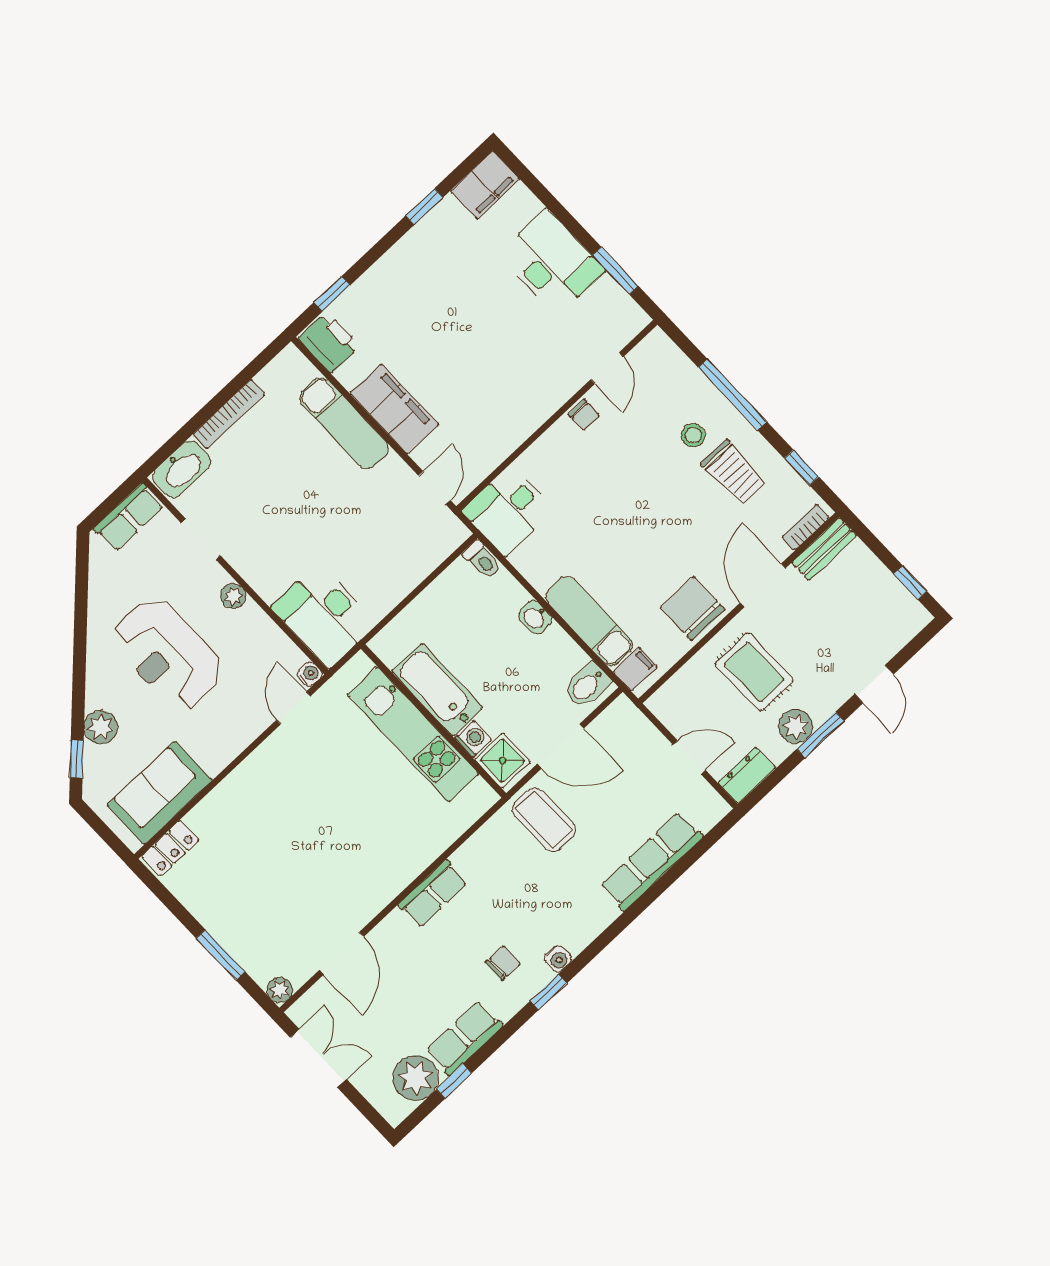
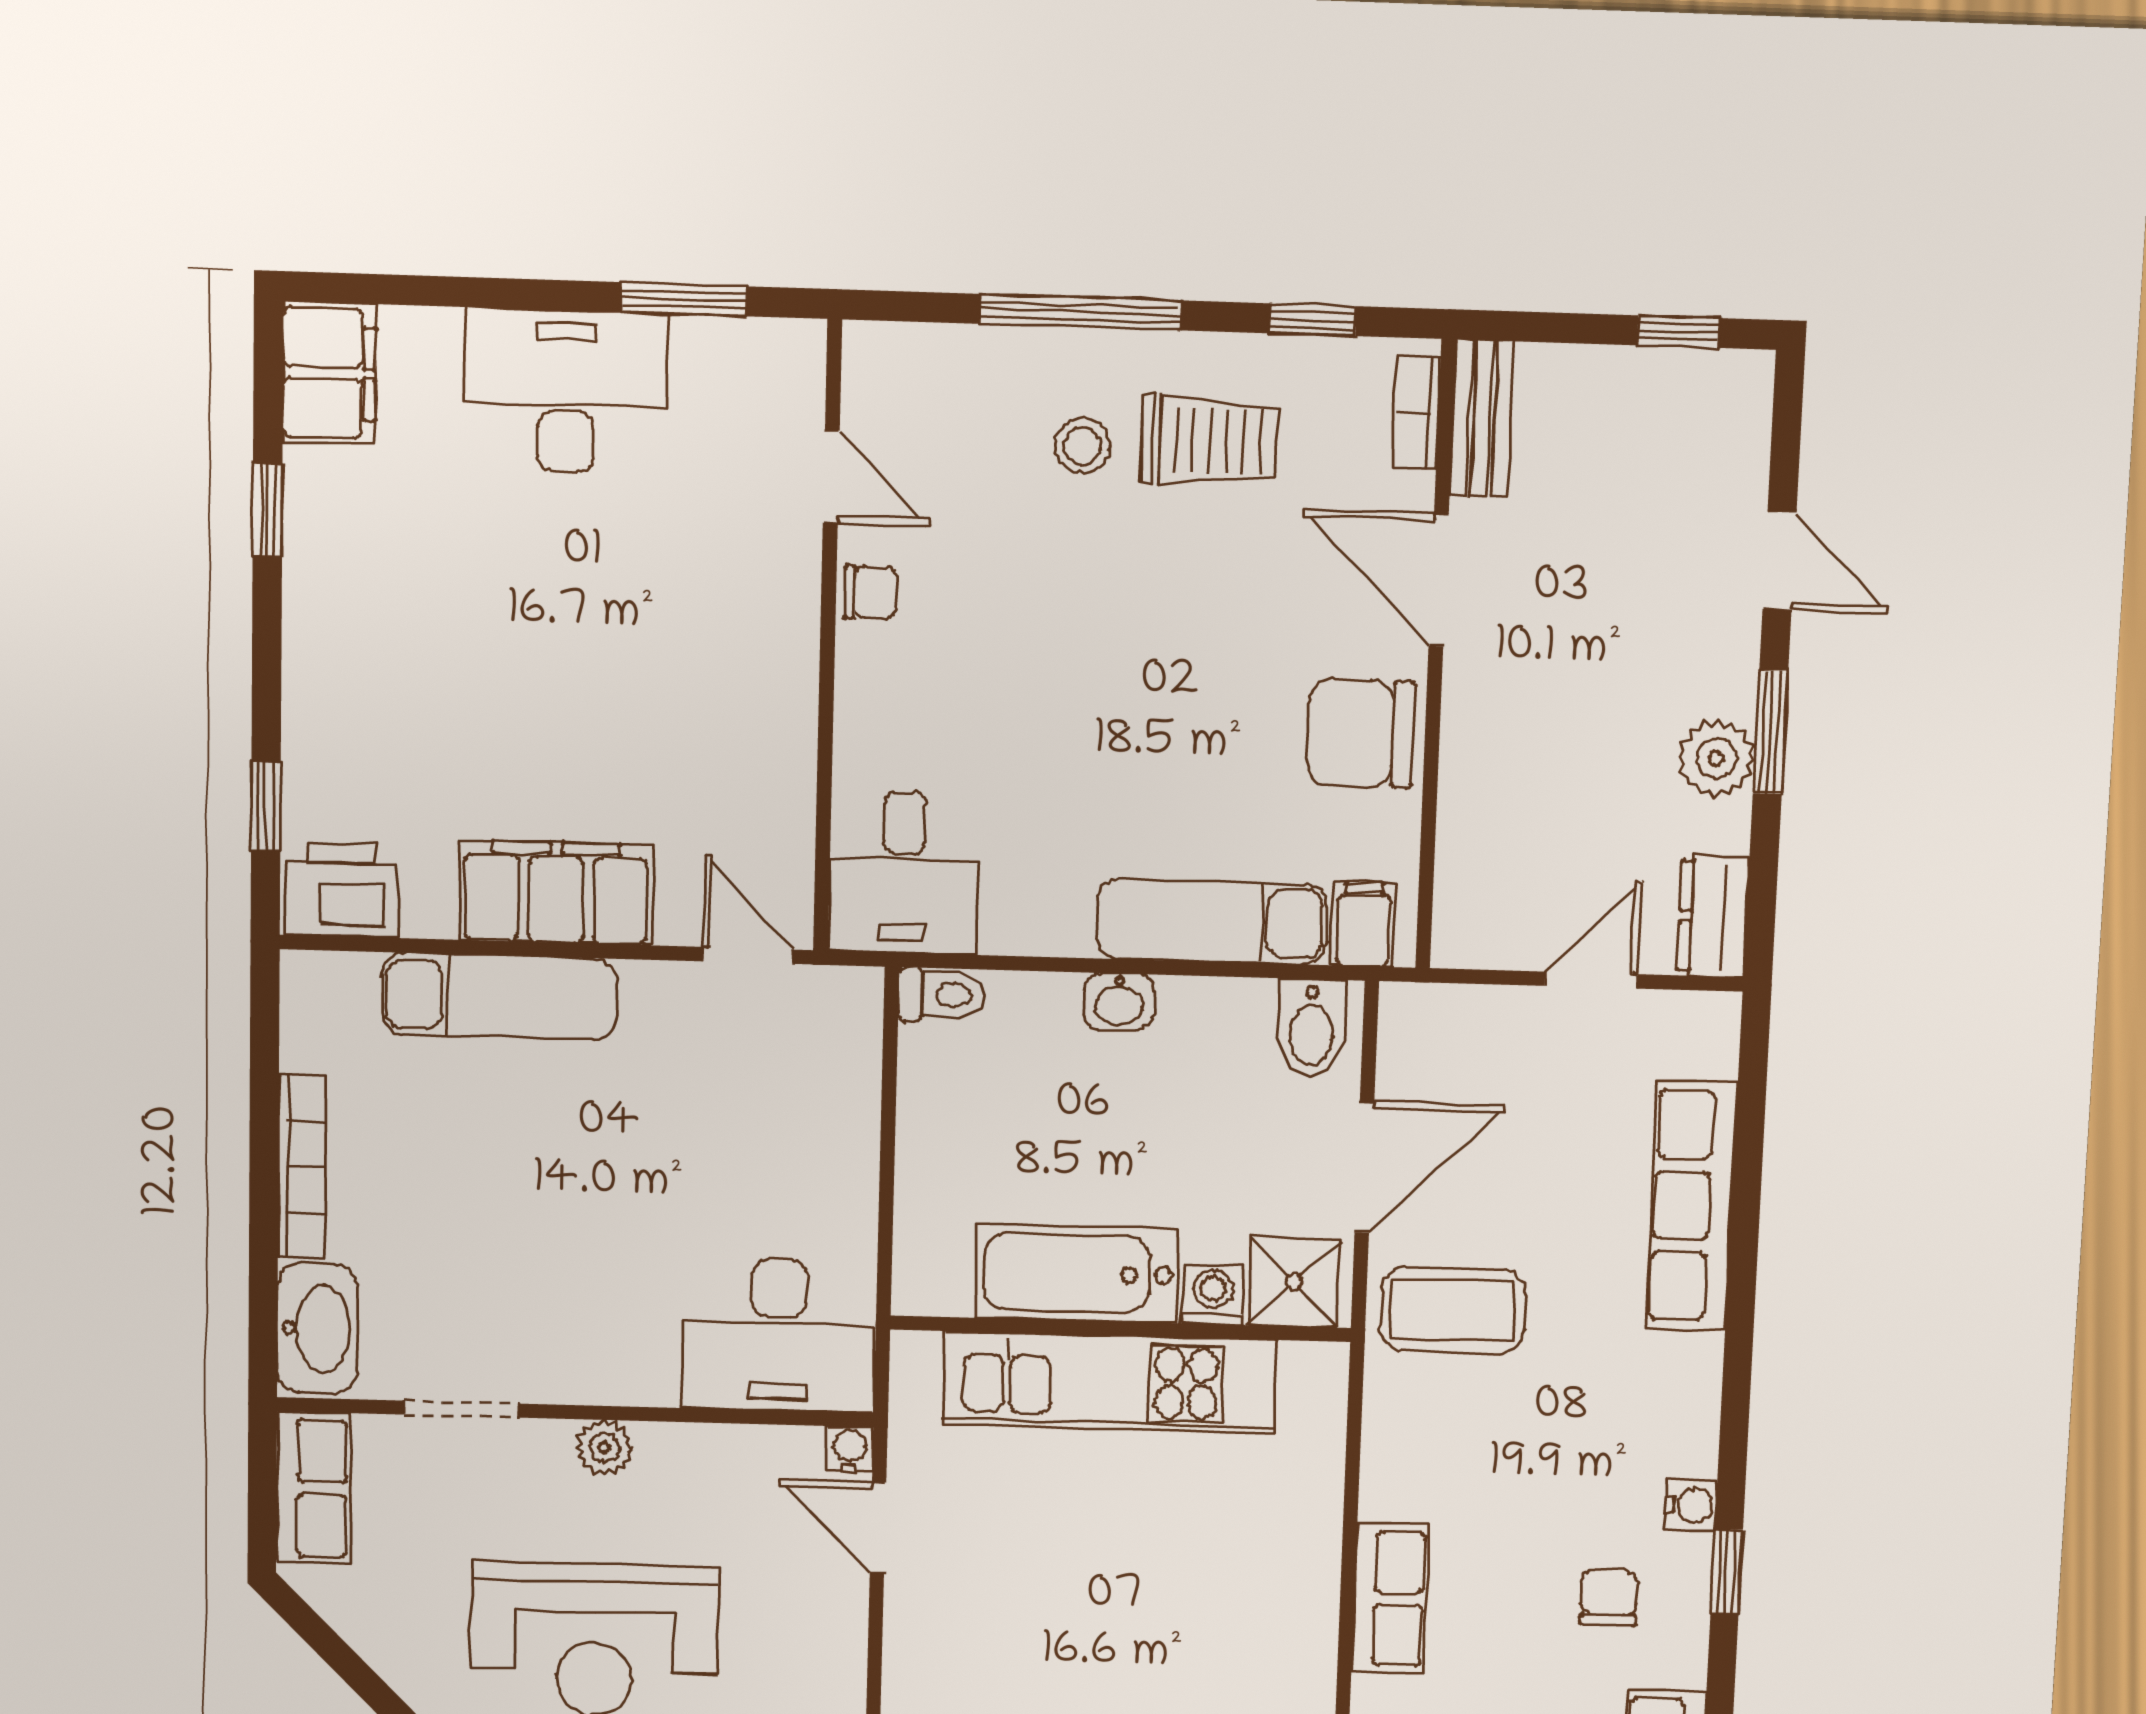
rug: (754, 672) -> (1562, 737), removed

